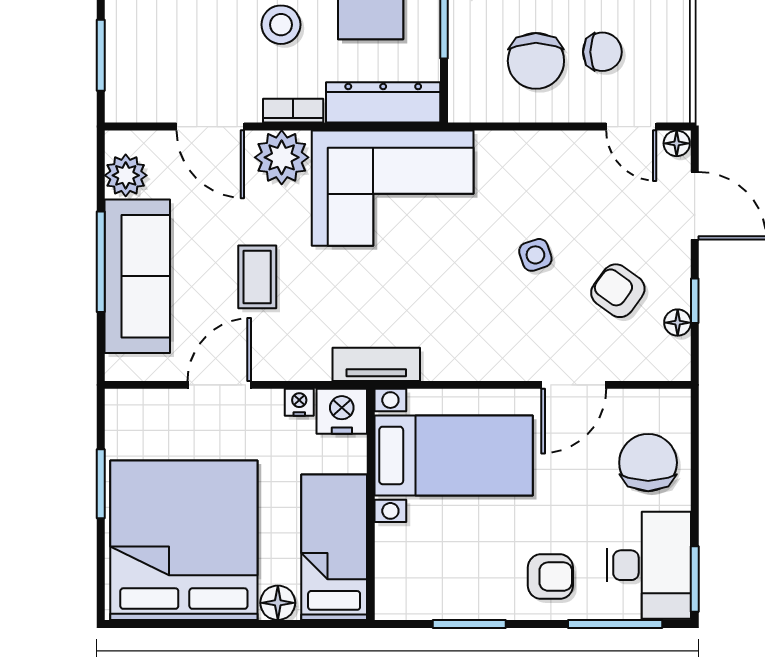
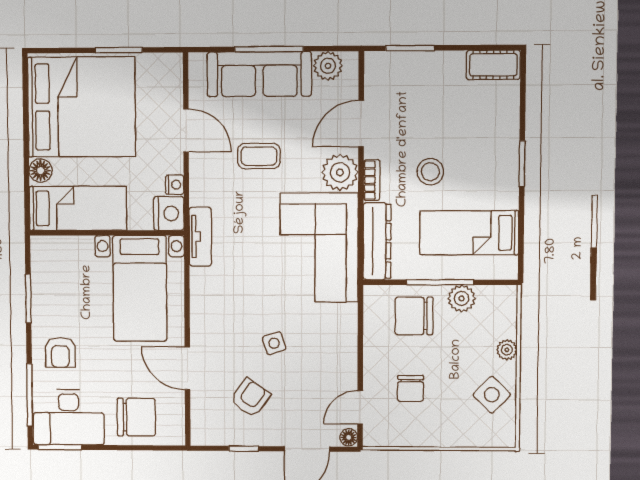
chair: (536, 61) -> (414, 316), moved
floor lamp: (678, 323) -> (229, 437), removed

